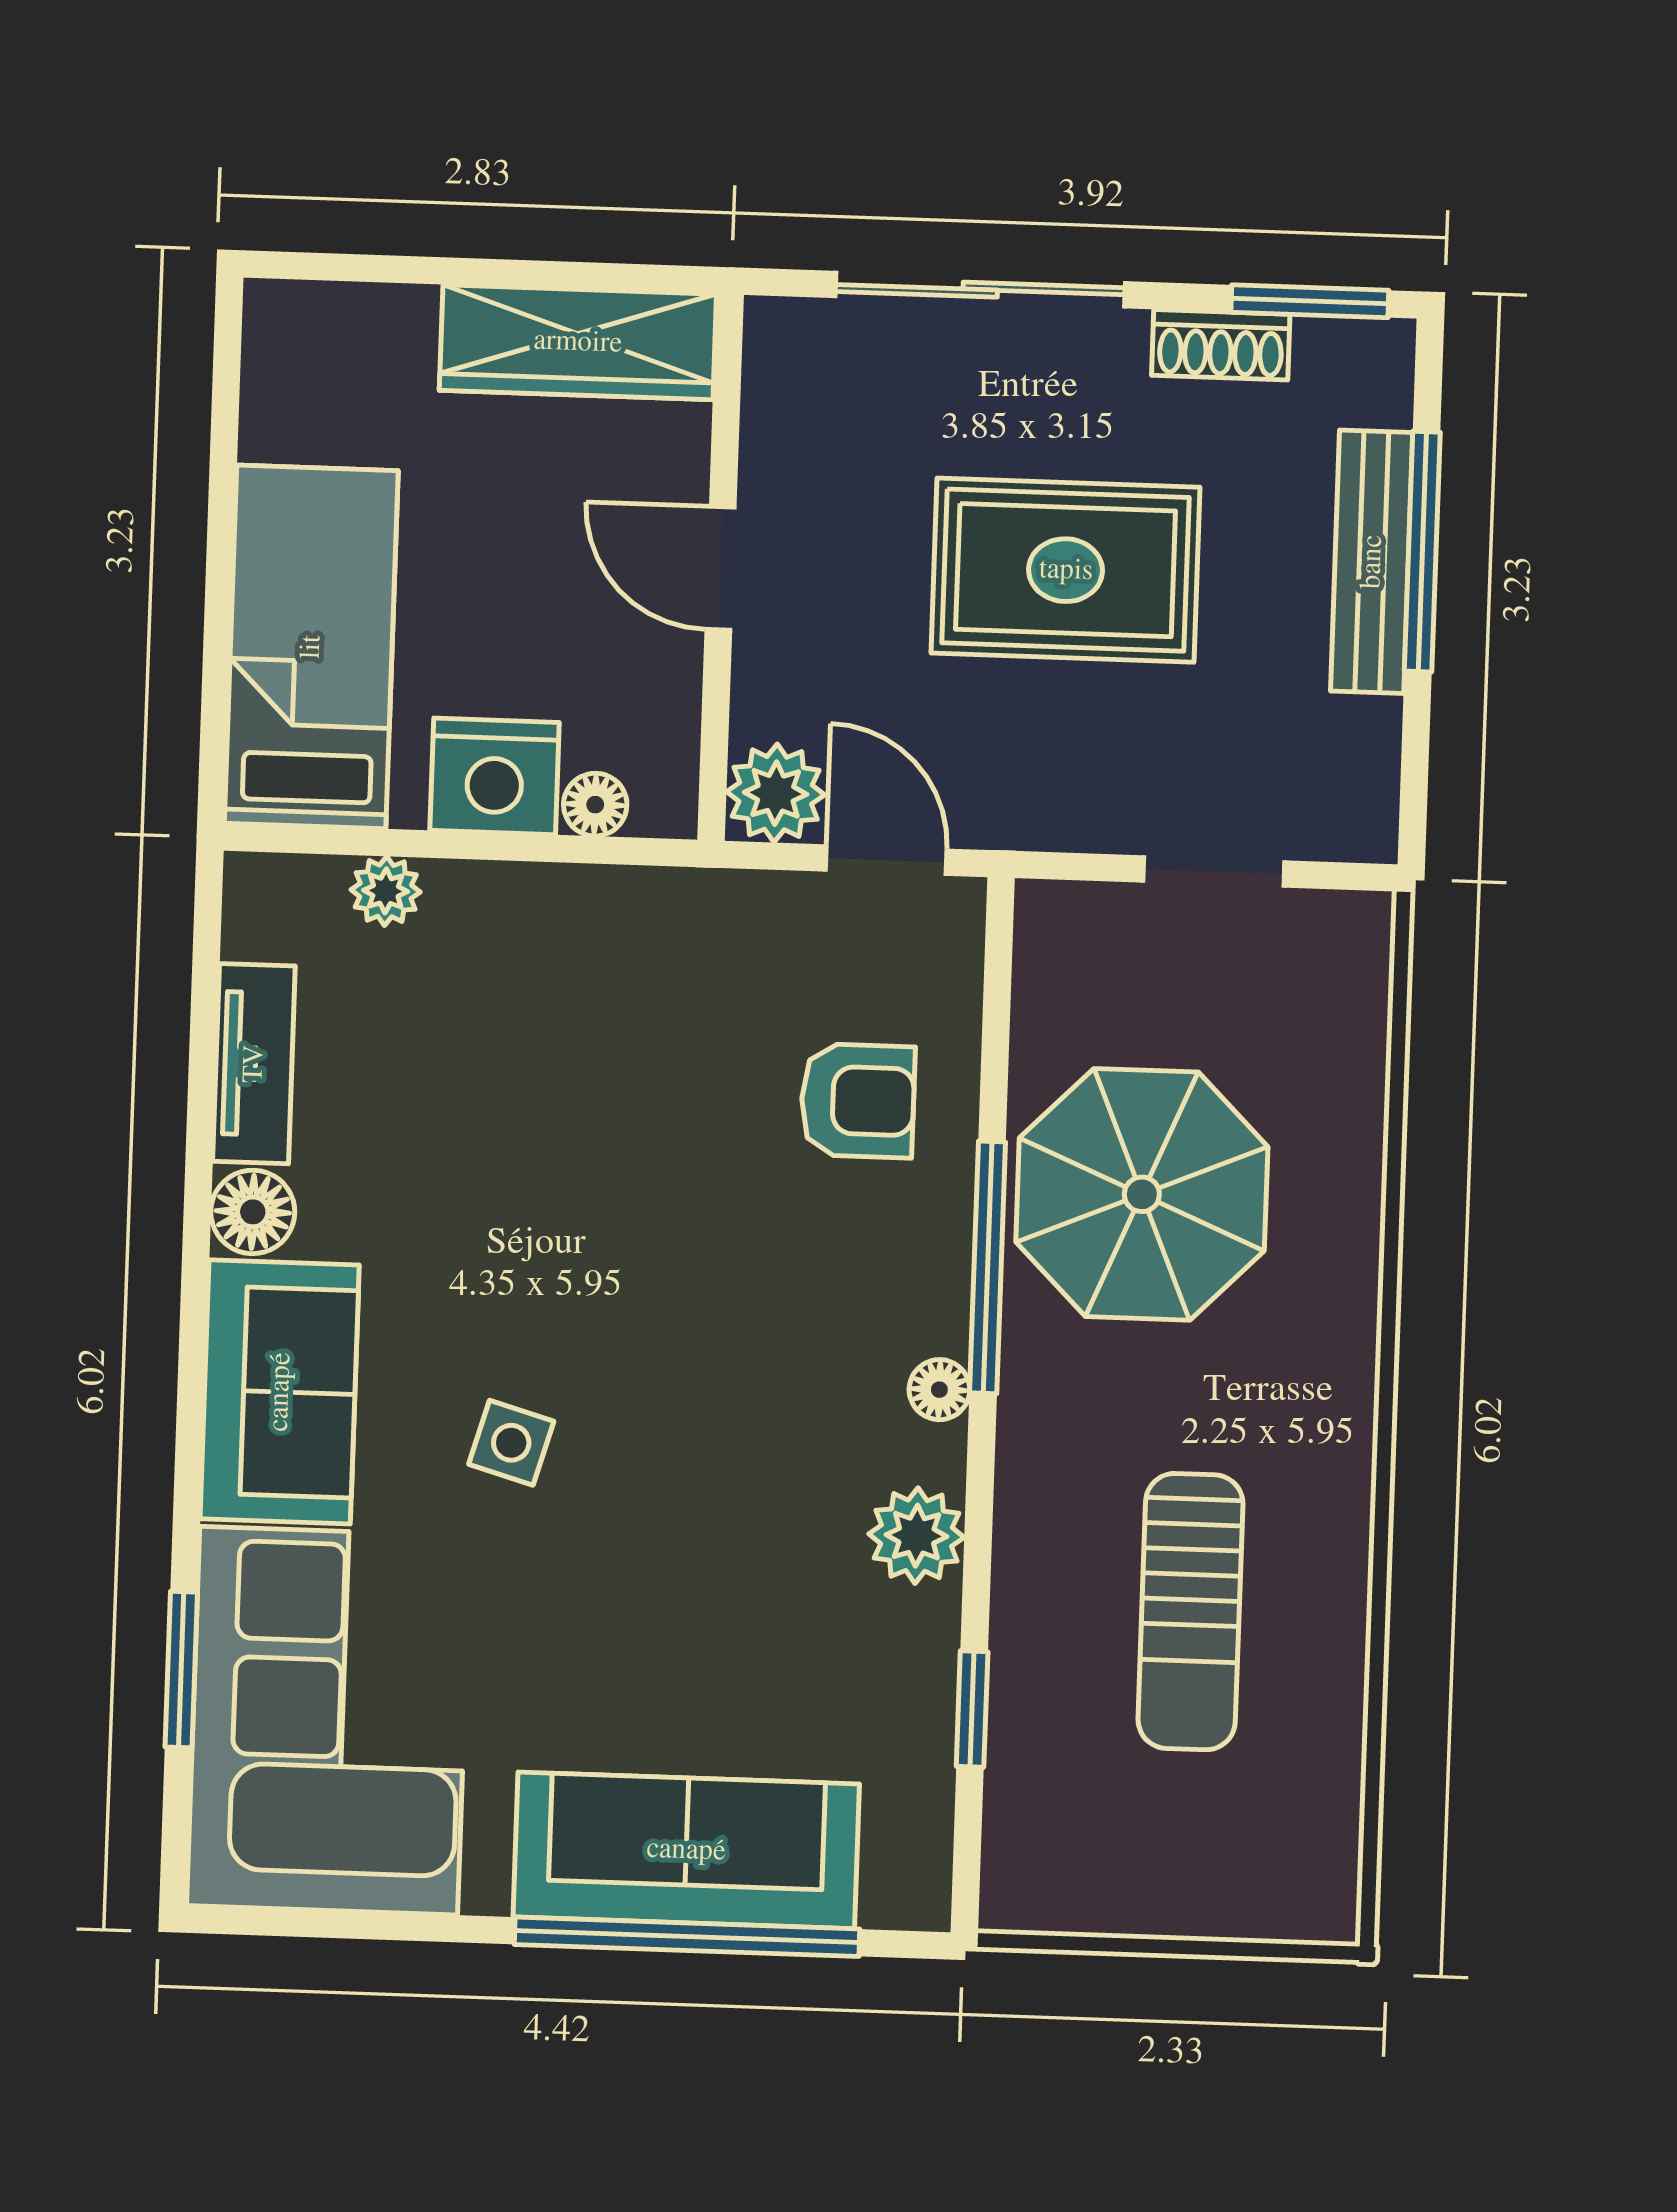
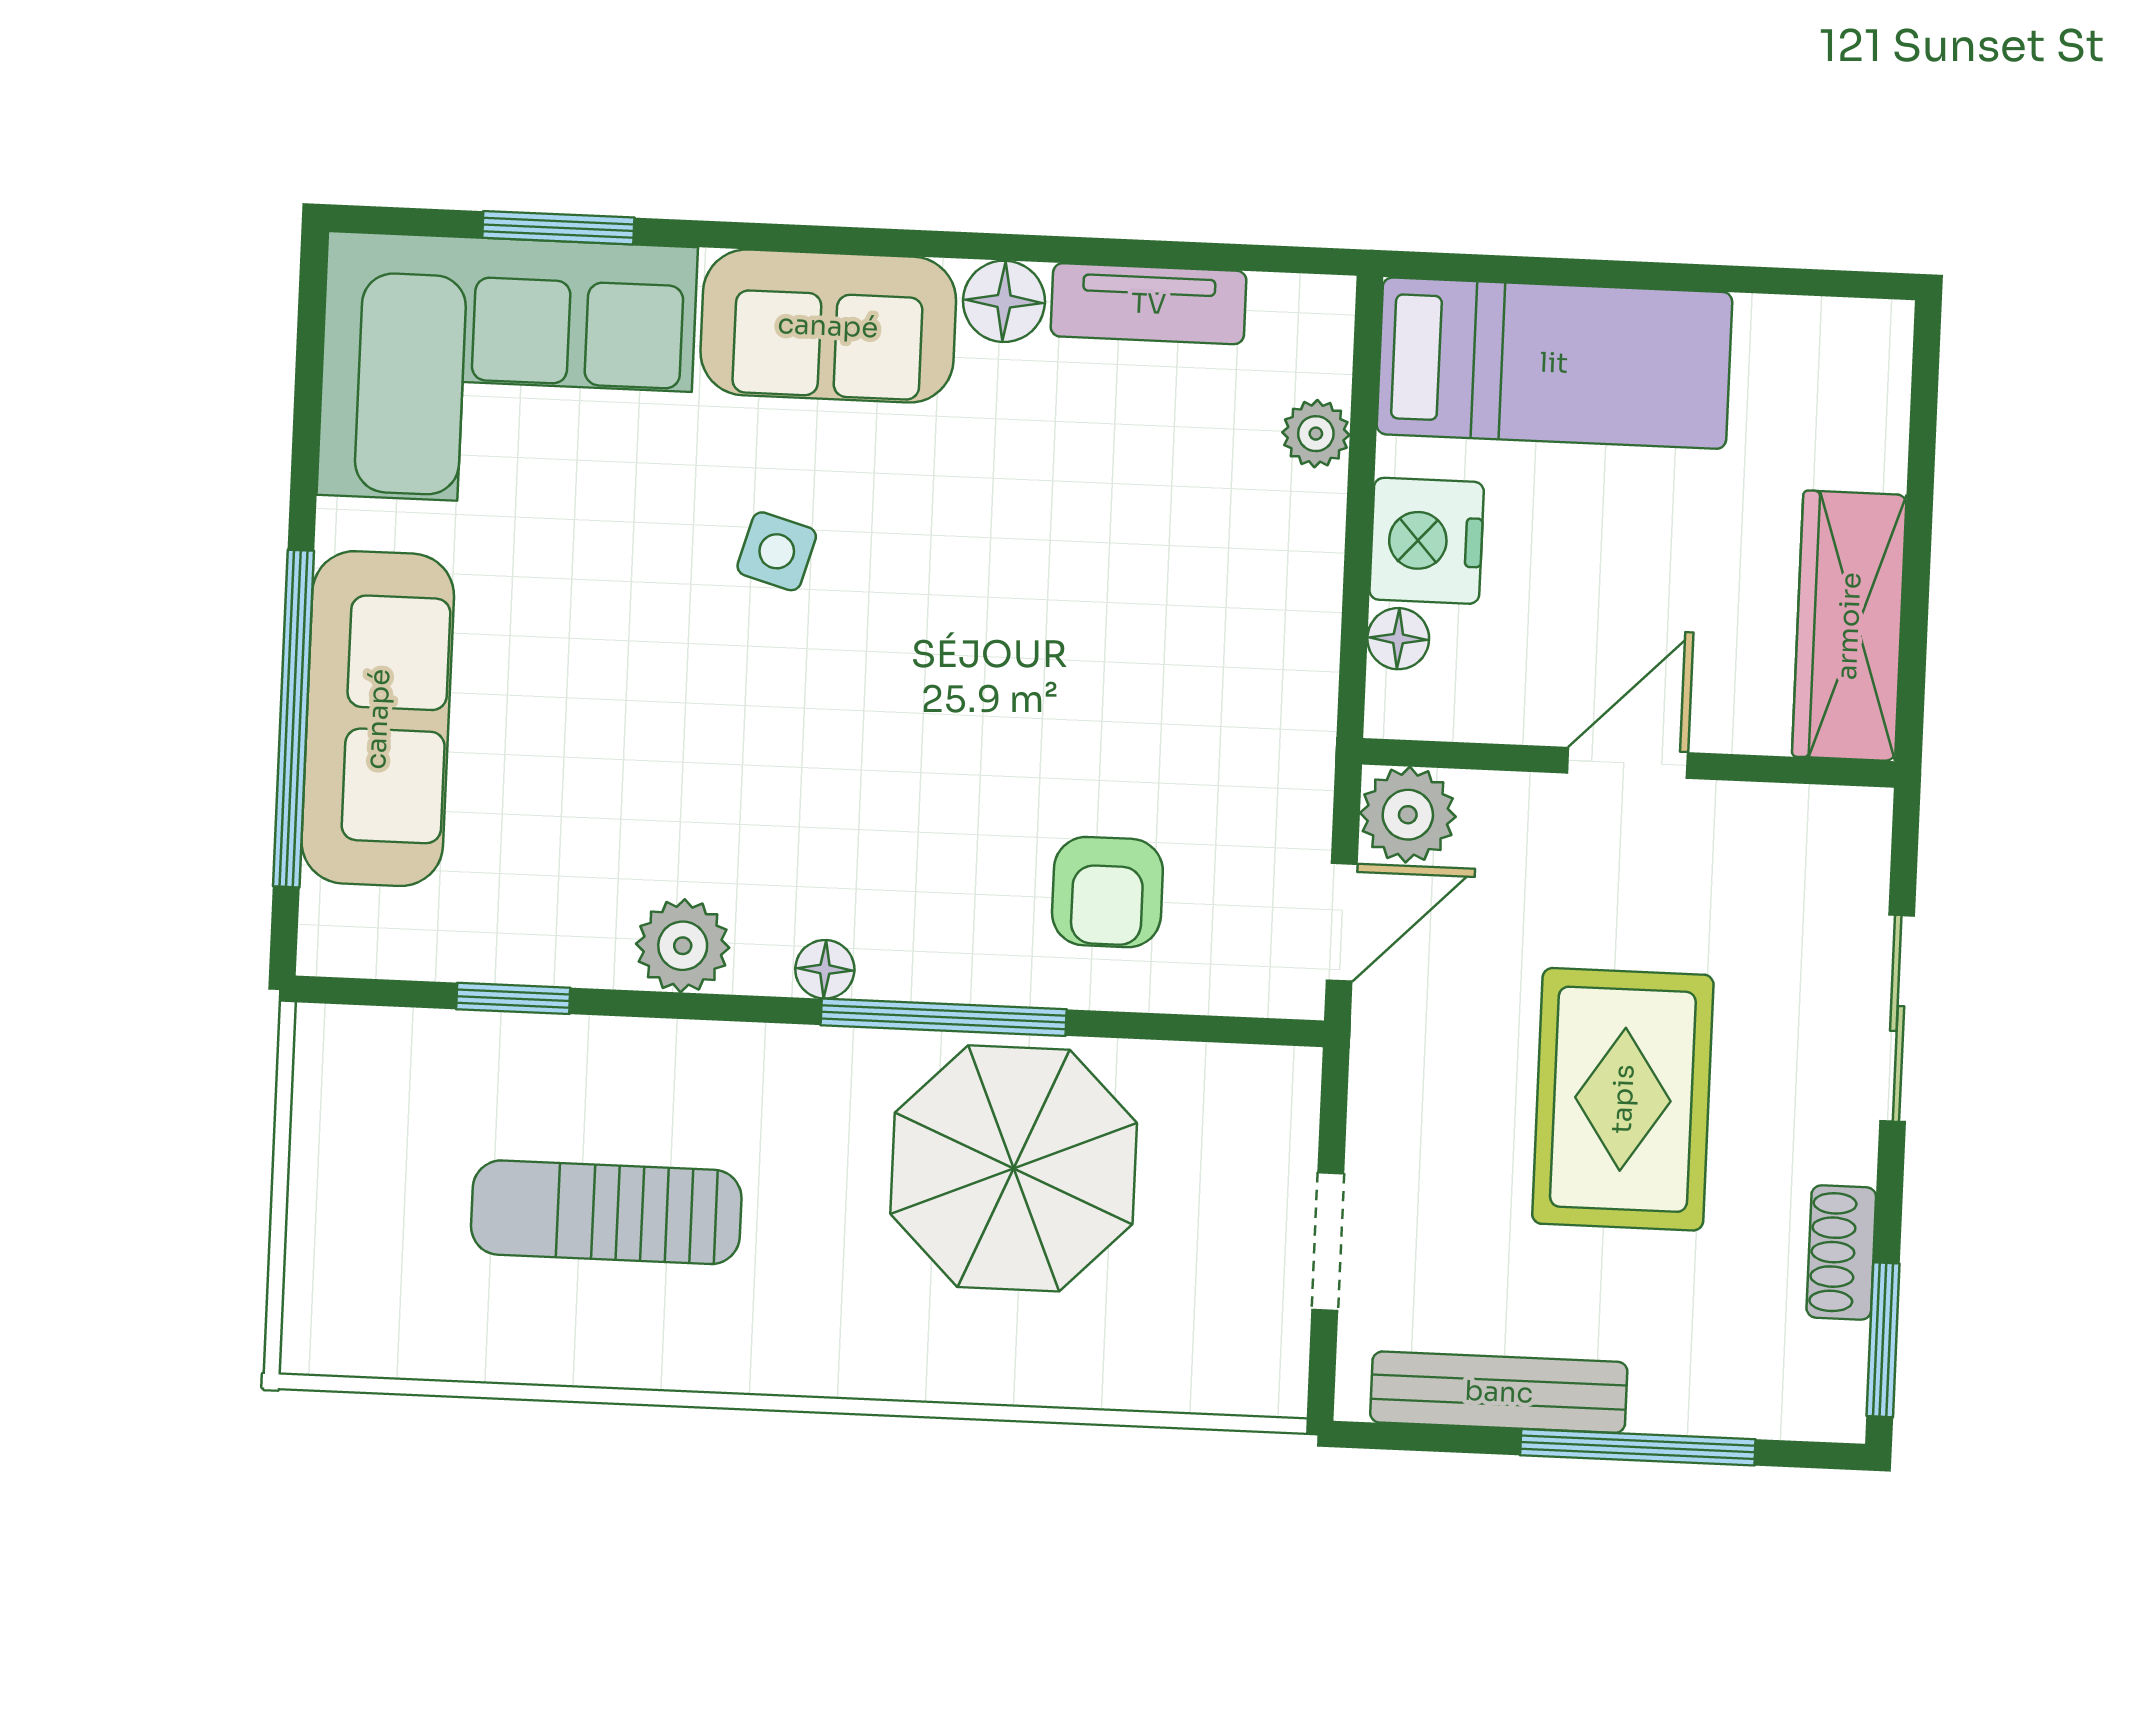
sliding door: (980, 290) -> (1897, 1018), width x0.73
bench: (1372, 562) -> (1499, 1392), moved

